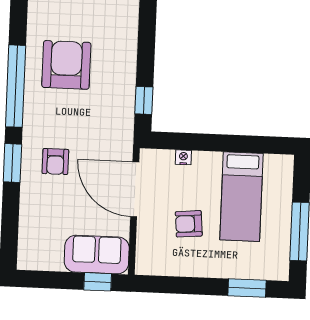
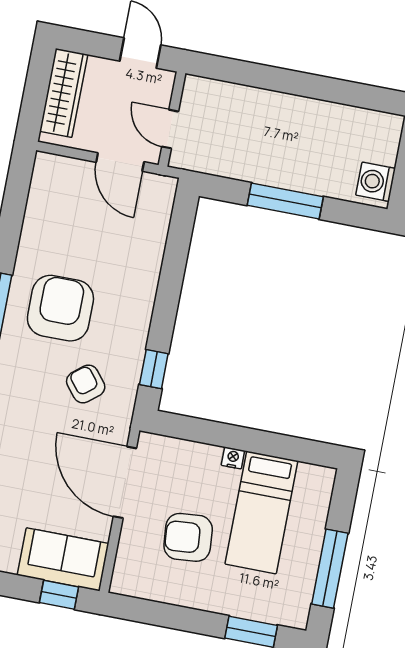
nightstand: (183, 157) -> (233, 458), moved
armchair: (55, 161) -> (86, 384), moved, turned 141
armchair: (189, 224) -> (188, 537), width x1.38, depth x1.38

